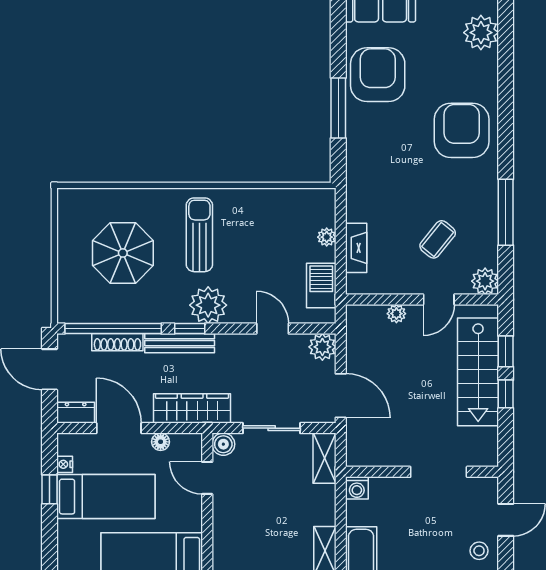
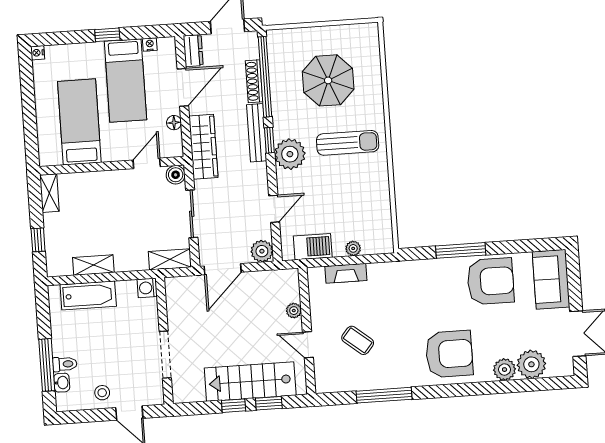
plant: (485, 281) -> (505, 370), moved
window: (49, 489) -> (107, 35), moved

